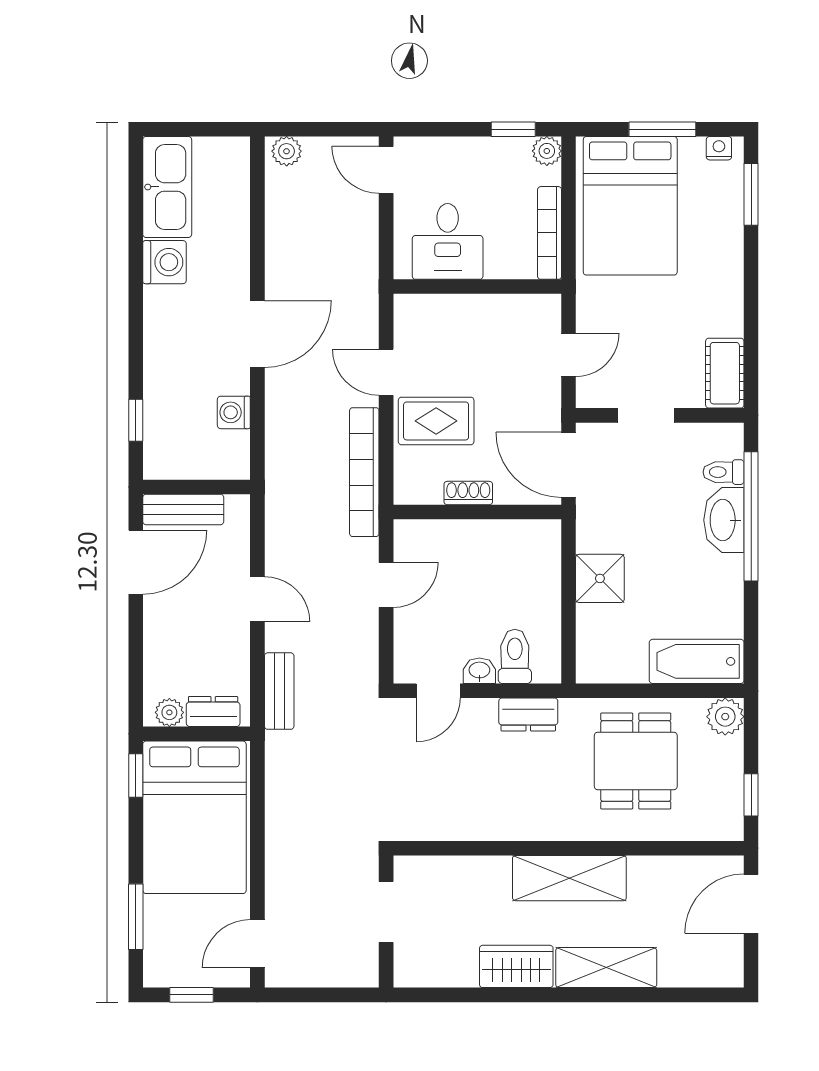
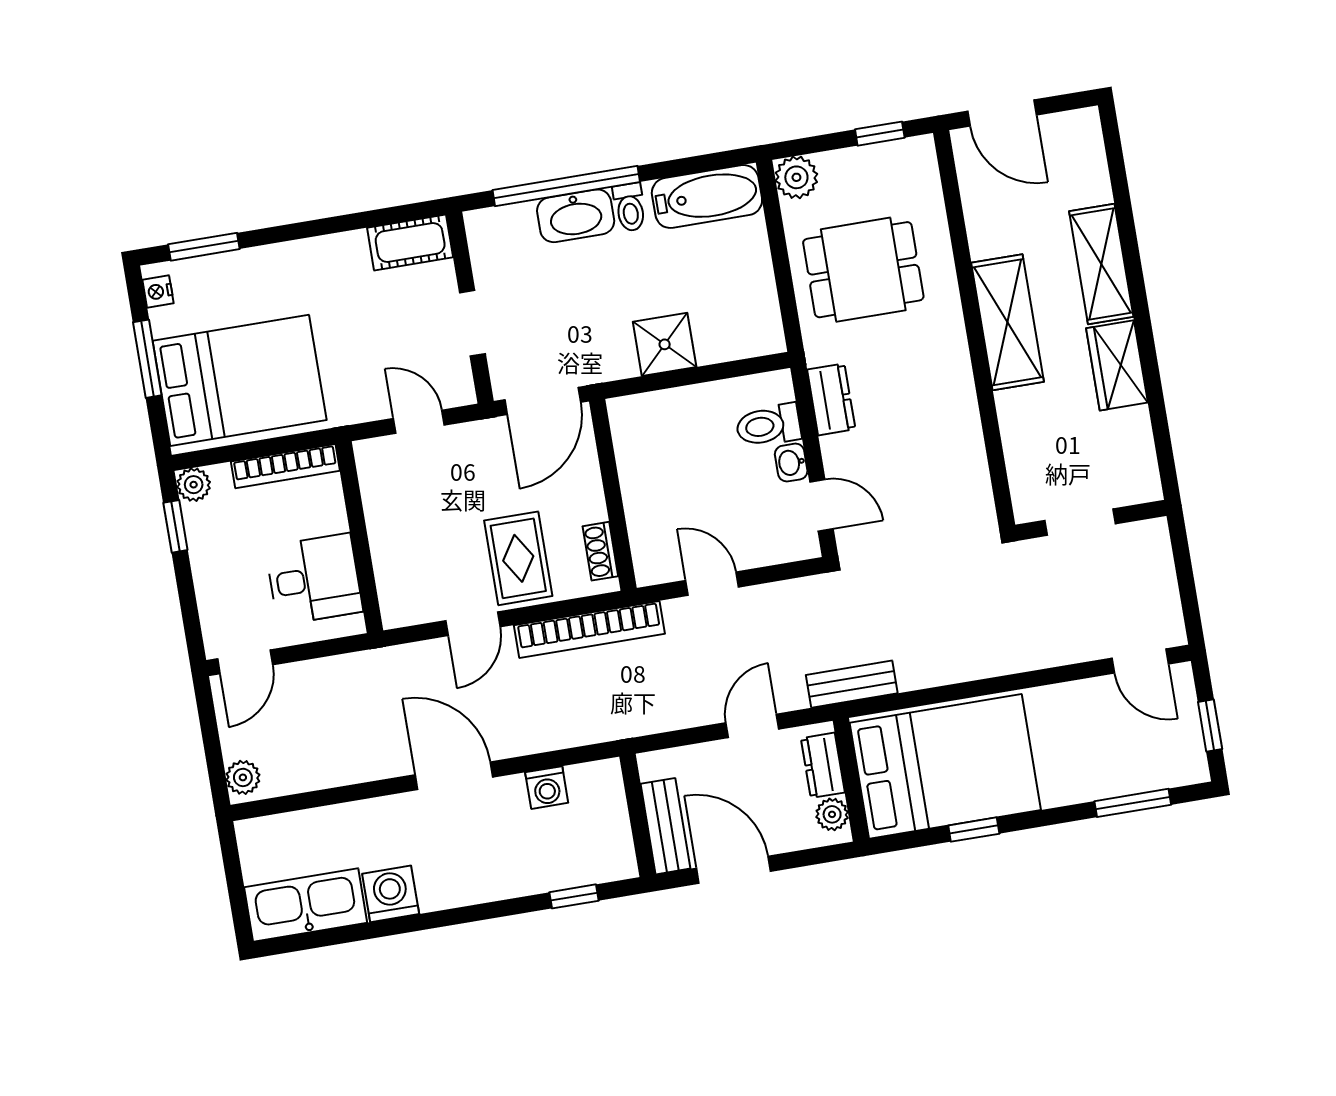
toilet: (723, 472) -> (630, 207), moved
shoe rack: (468, 493) -> (600, 551), moved
bathtub: (697, 661) -> (707, 197), moved, turned -90
plant: (169, 712) -> (832, 814), moved
dresser: (213, 712) -> (823, 765), moved
wall: (197, 734) -> (851, 780), moved
bed: (194, 817) -> (945, 766), moved

